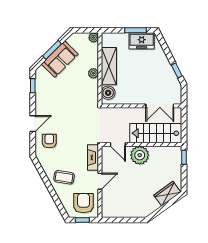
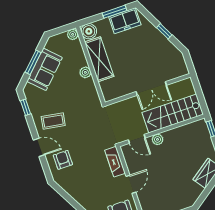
window: (177, 70) -> (164, 31), moved
boiler: (108, 93) -> (89, 31), moved
double door: (160, 106) -> (151, 88), moved
door: (33, 124) -> (39, 147), hinge flipped
plant: (140, 155) -> (158, 139), width x0.53, depth x0.53
coffee table: (64, 177) -> (53, 121), moved

